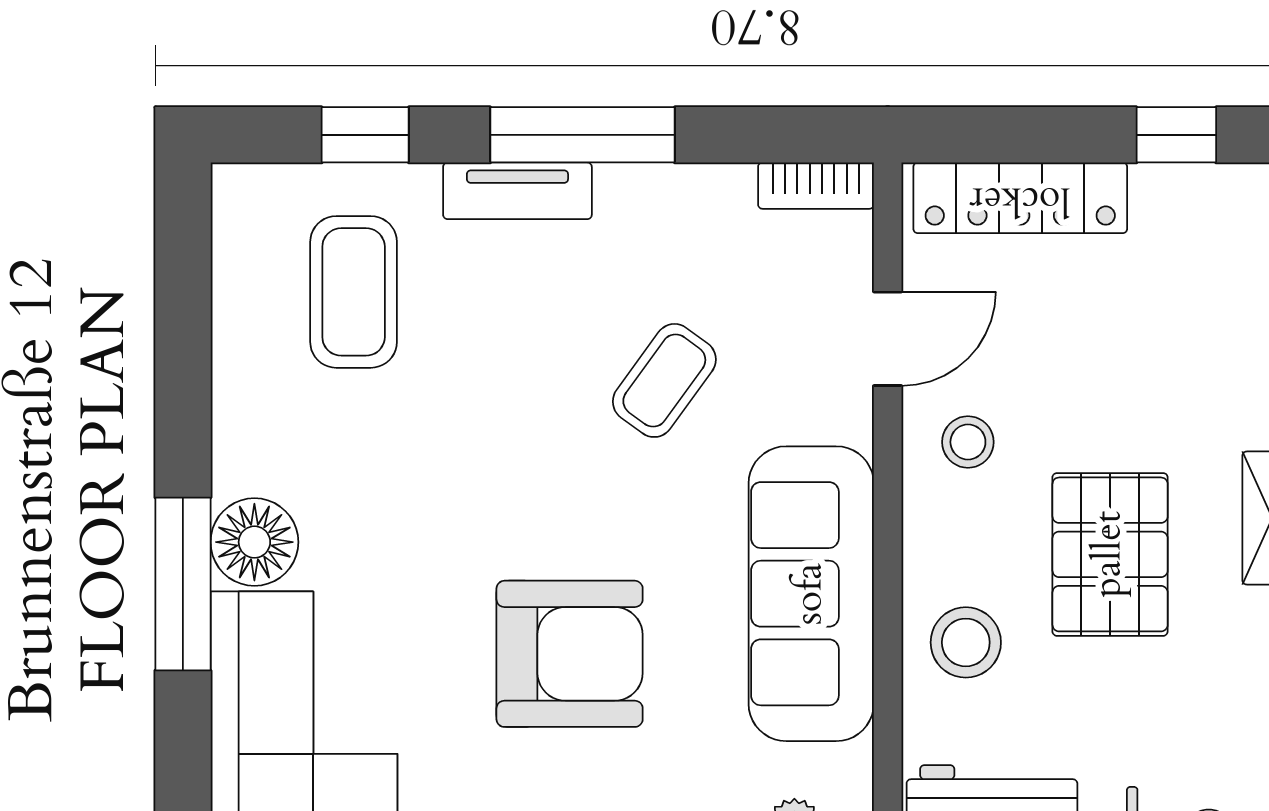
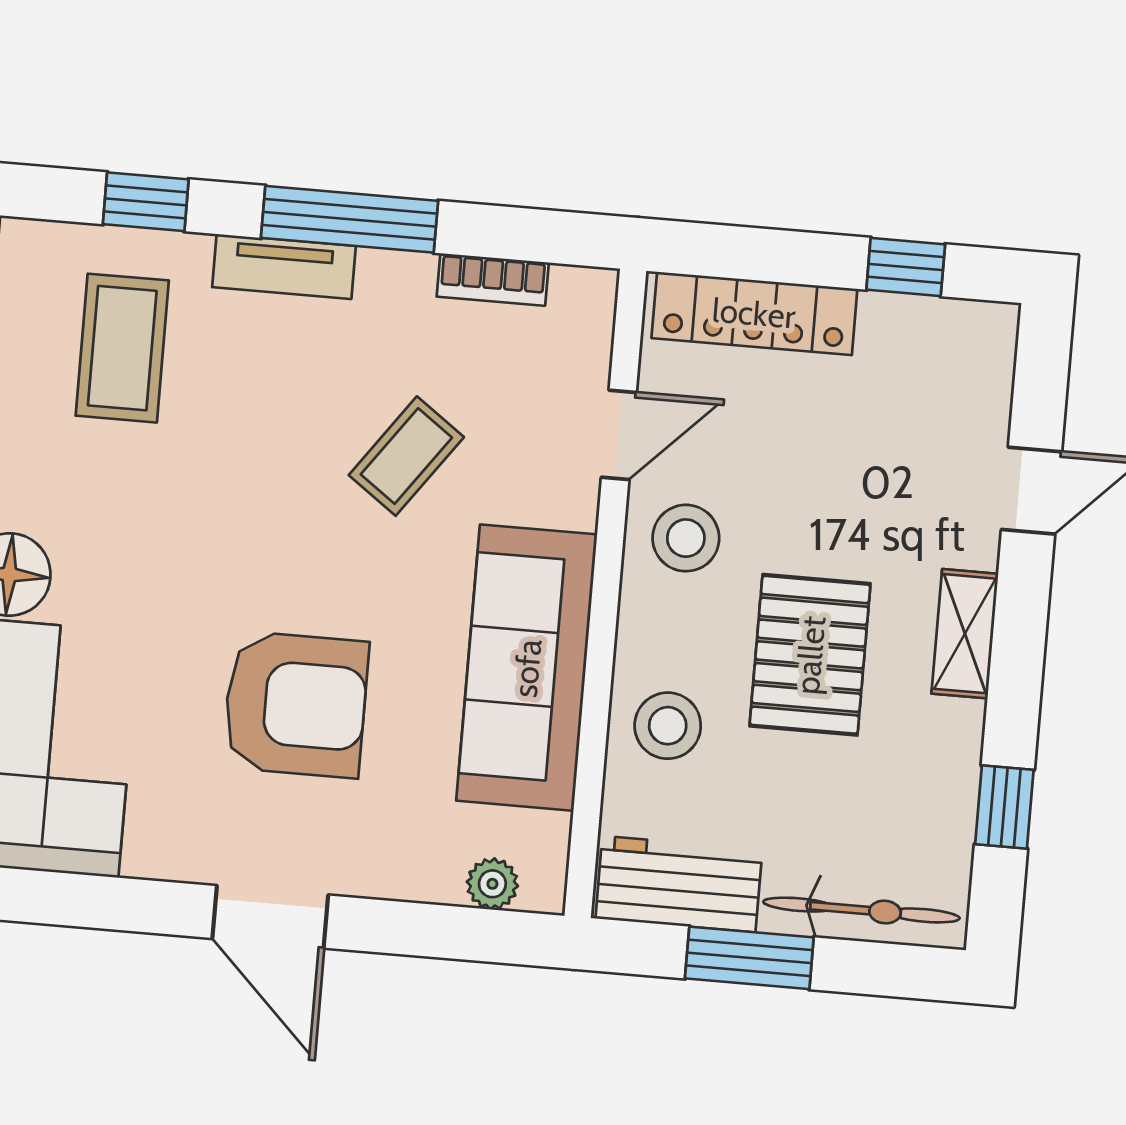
bookcase: (816, 186) -> (493, 280), moved
stool: (968, 442) -> (686, 538), width x1.37, depth x1.37

